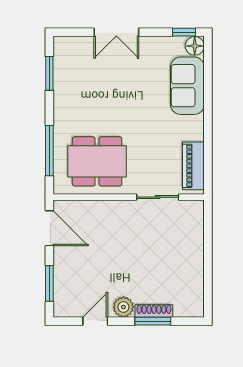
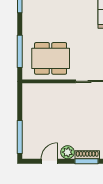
door: (49, 228) -> (20, 101), removed
window: (49, 283) -> (20, 137), width x1.44

